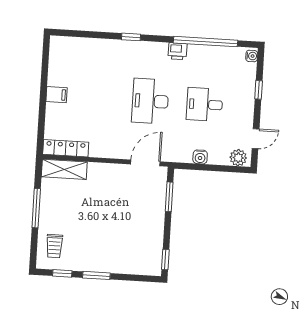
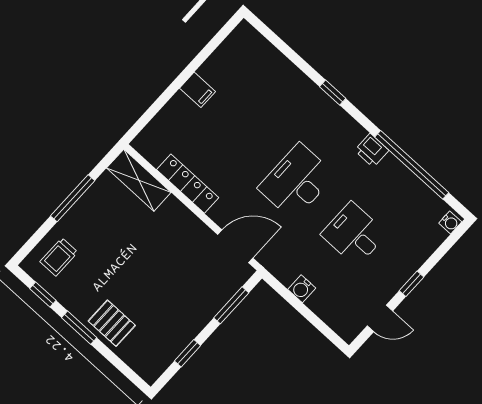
window: (259, 90) -> (411, 284), moved
locker: (66, 148) -> (188, 184), moved
plant: (238, 158) -> (344, 324), removed
pallet: (112, 259) -> (112, 323), added
window: (165, 260) -> (188, 353), moved

